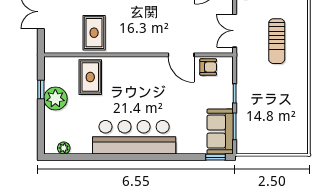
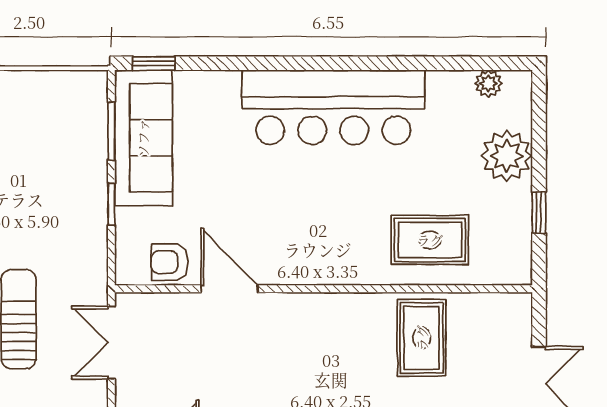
double door: (235, 31) -> (111, 342), swing flipped
rug: (90, 77) -> (430, 240), turned 90
plant: (55, 99) -> (507, 156), moved
sofa: (220, 132) -> (143, 138), width x1.36

